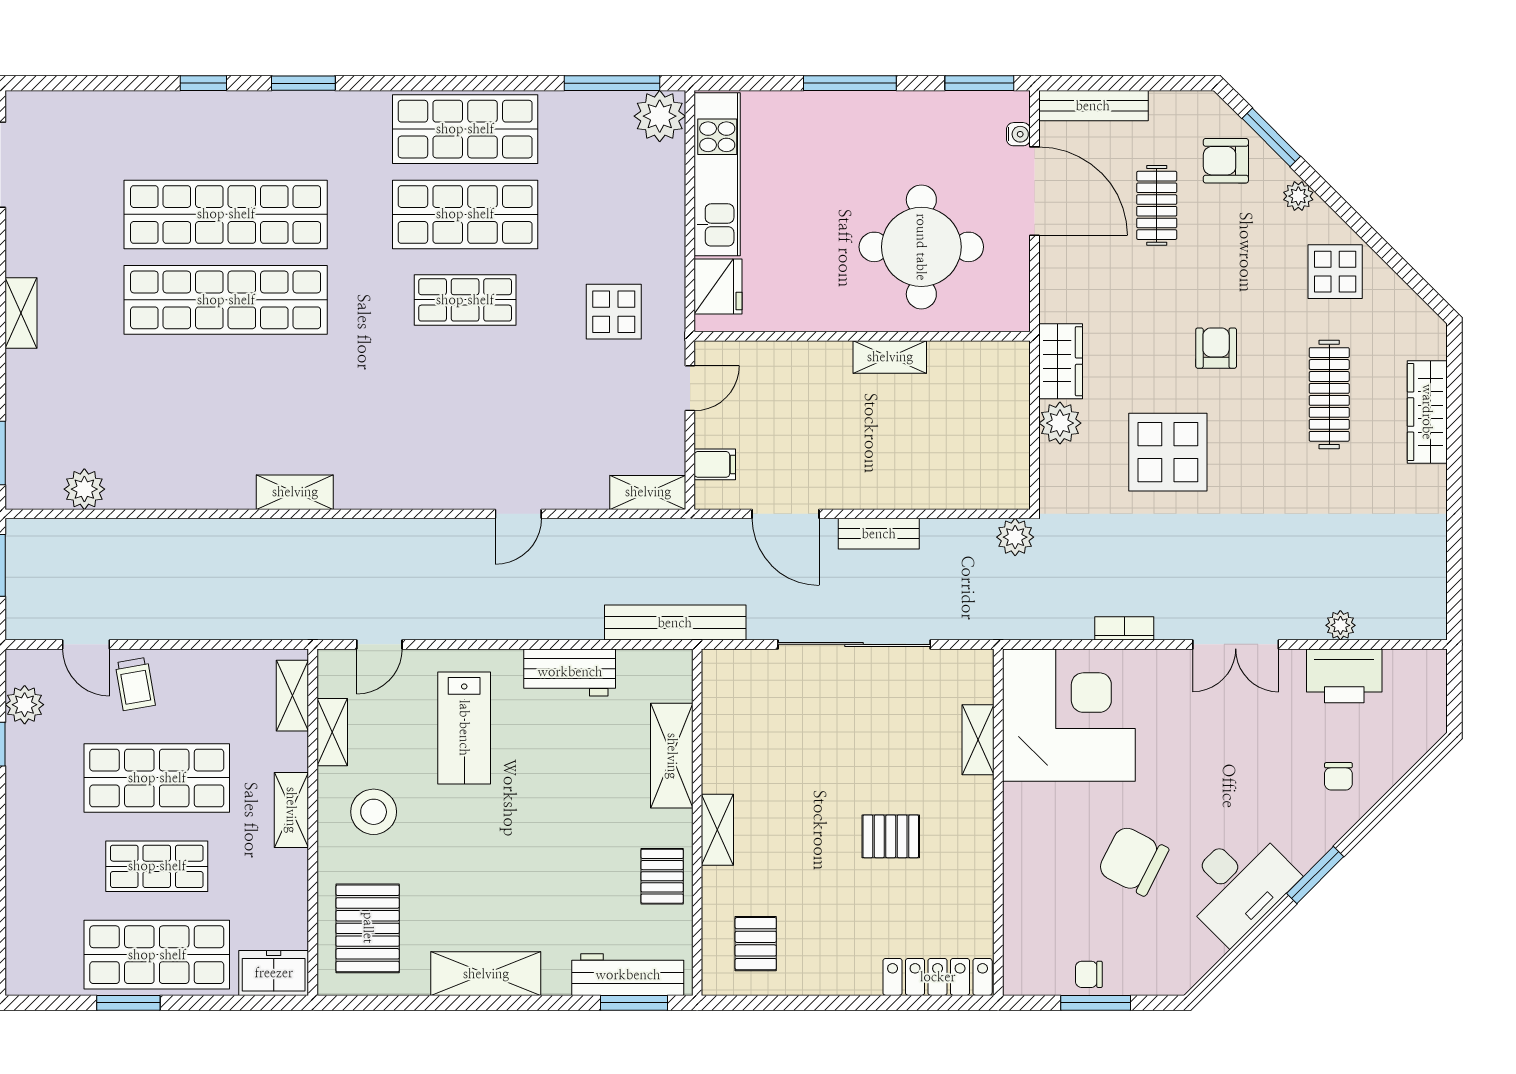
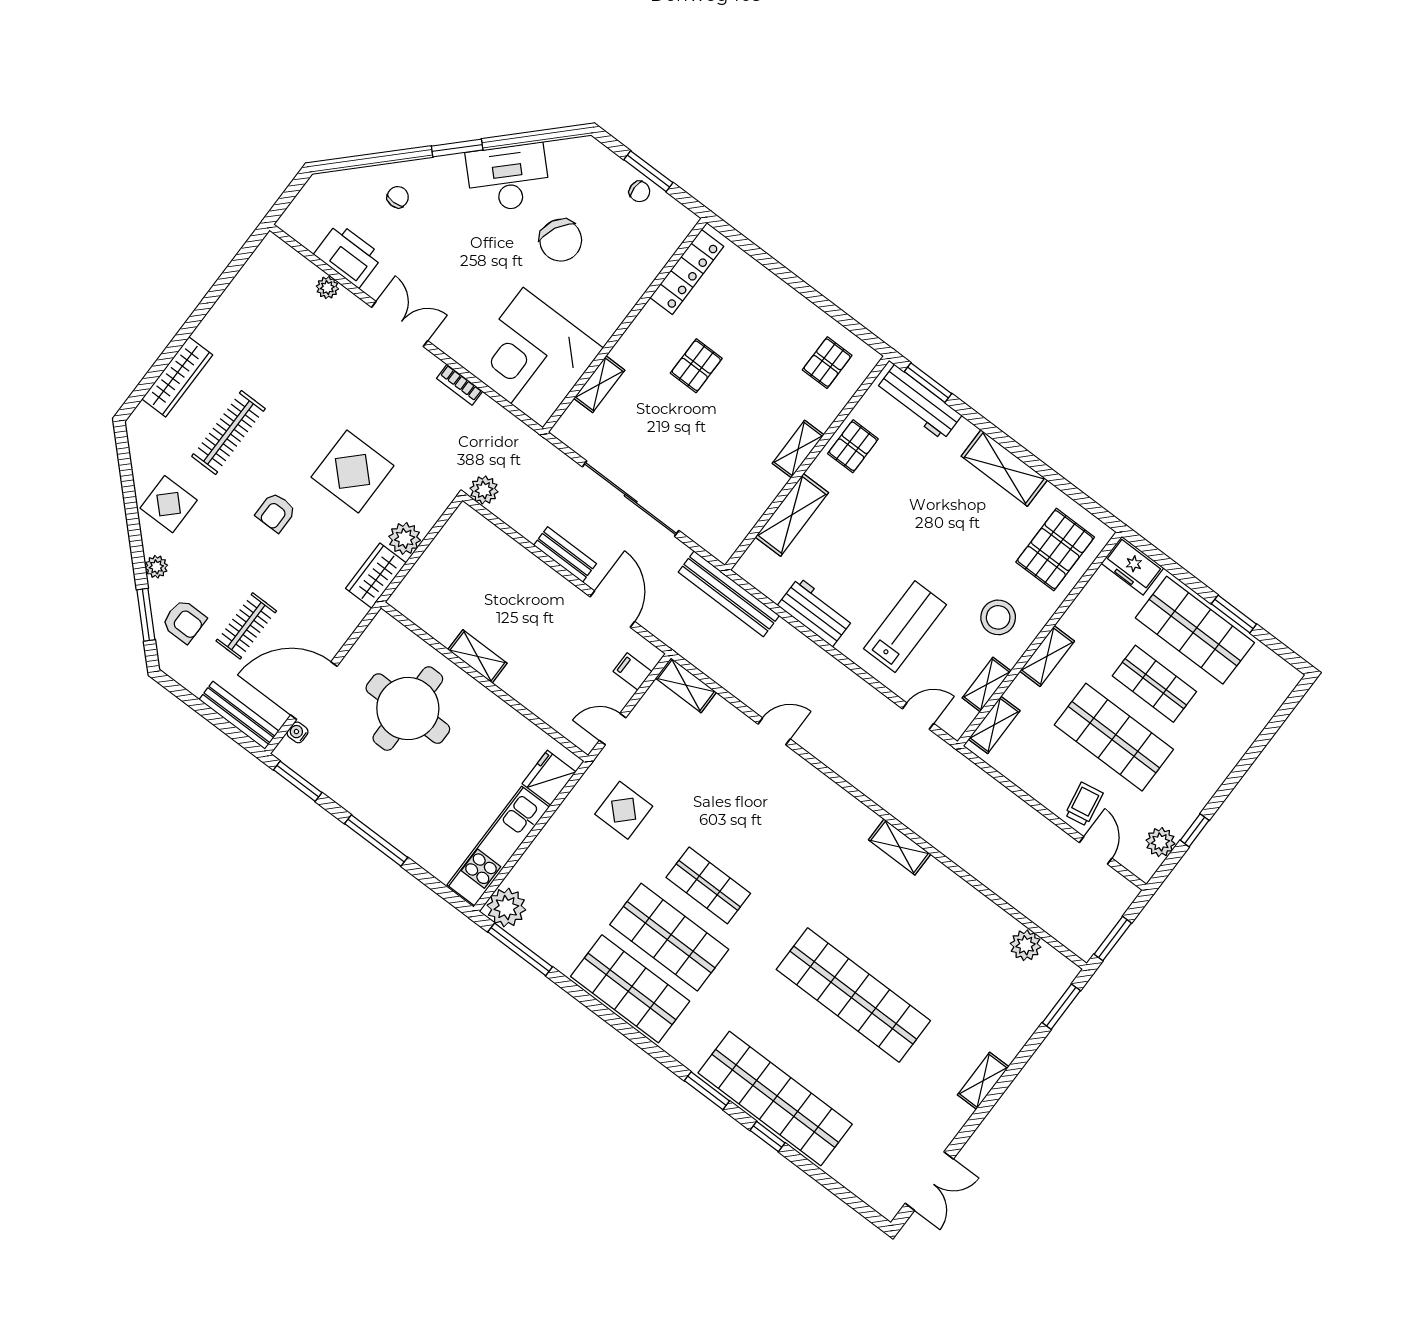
door: (1034, 191) -> (314, 691), hinge flipped
shop shelf: (226, 214) -> (775, 1098), moved
pallet: (891, 836) -> (696, 366), turned 90
locker: (938, 977) -> (687, 272), moved, turned -90

